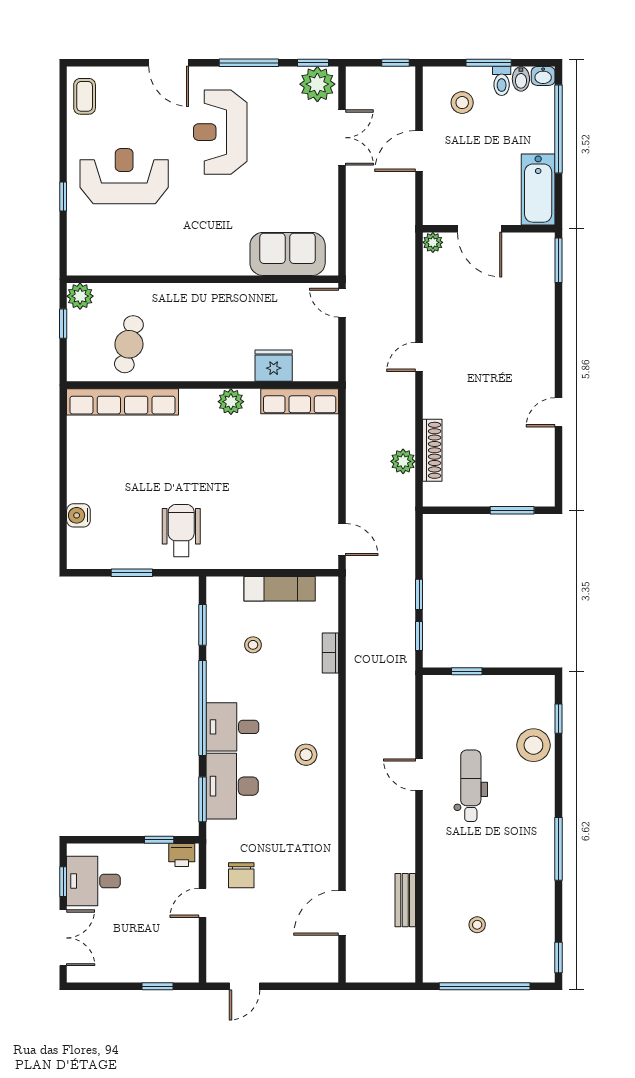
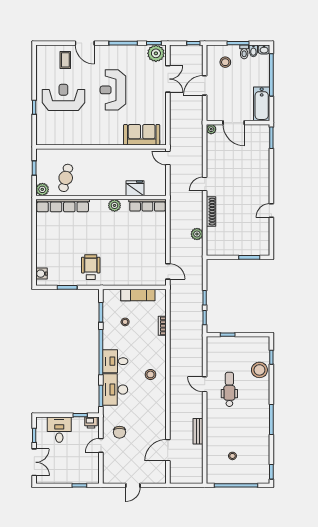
coffee table: (85, 96) -> (65, 60), moved
reception desk: (220, 132) -> (113, 90), moved
plant: (80, 296) -> (42, 189), moved
shoe rack: (432, 450) -> (211, 212), moved
water cooler: (78, 515) -> (42, 274), moved
desk: (93, 881) -> (59, 430), moved, turned 90
bench: (405, 900) -> (198, 431), moved
door: (244, 986) -> (133, 485), moved

